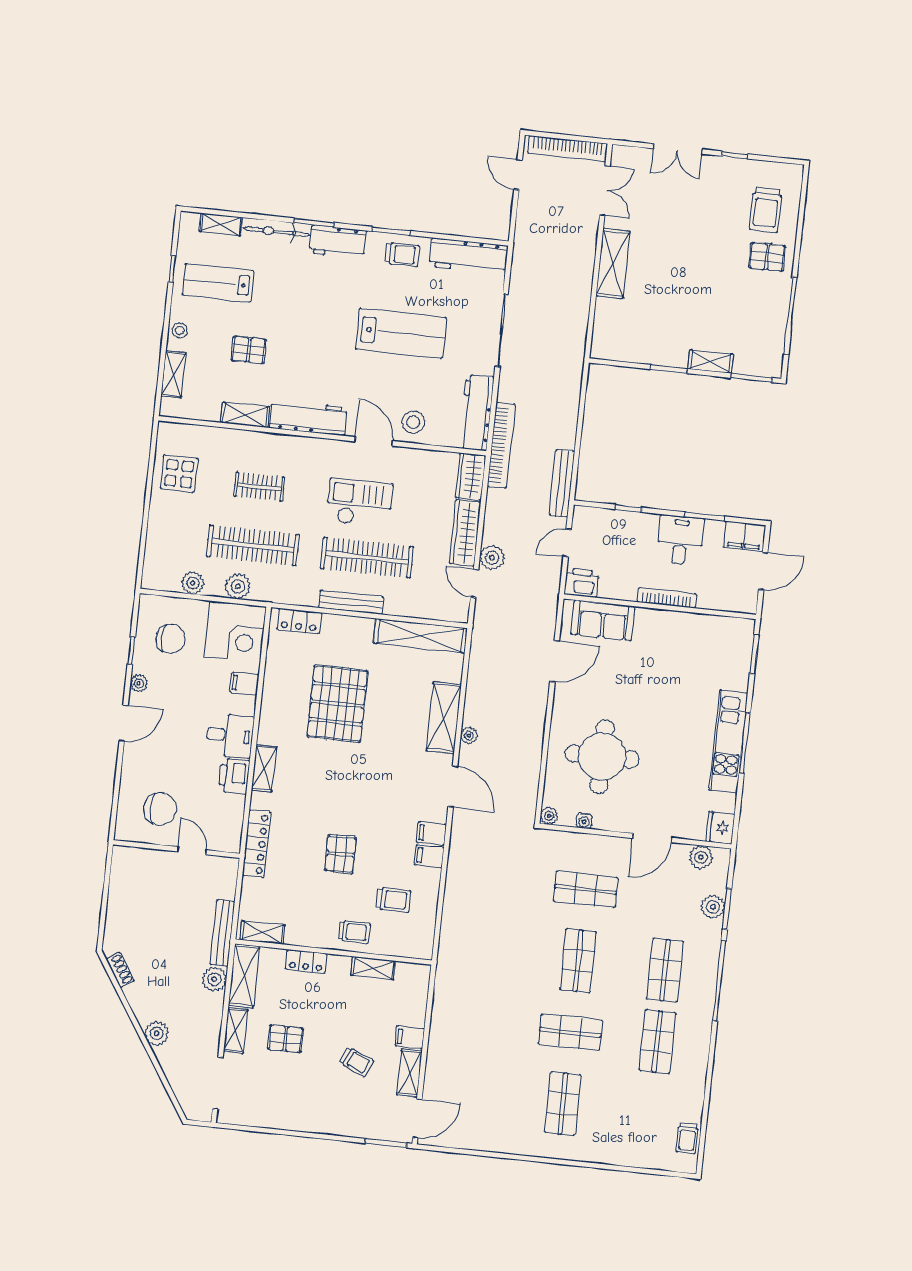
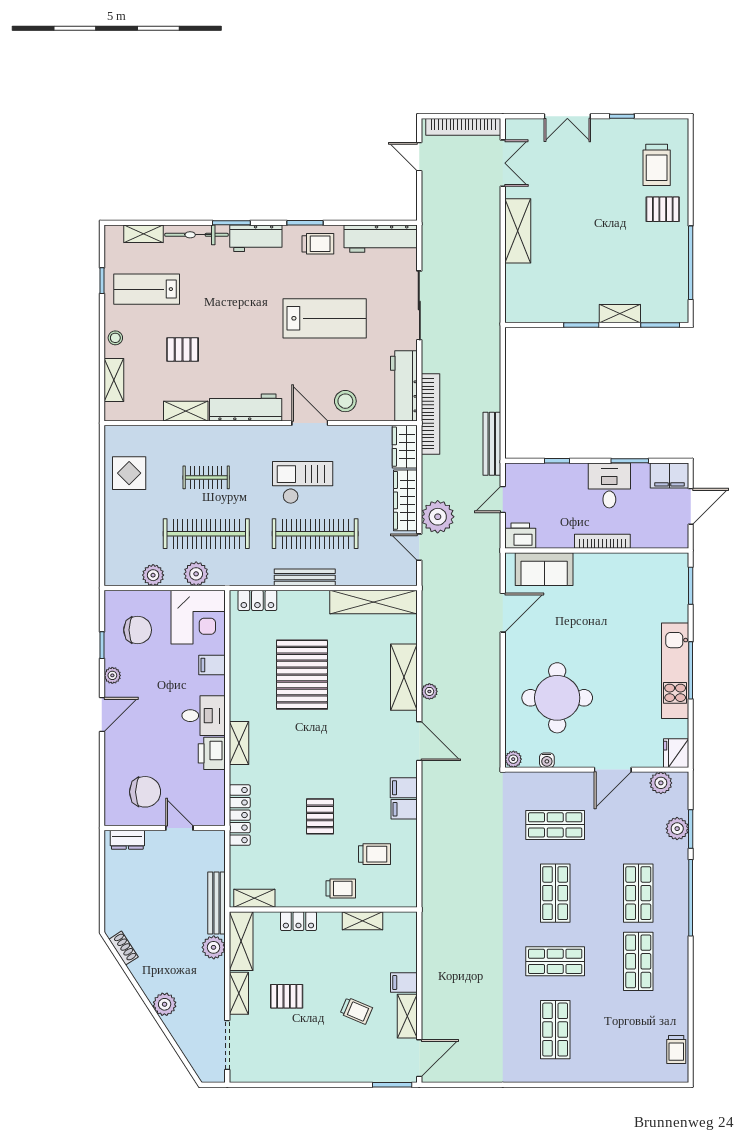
plant: (492, 558) -> (438, 517), width x1.36, depth x1.36
dresser: (136, 857) -> (127, 840), added

